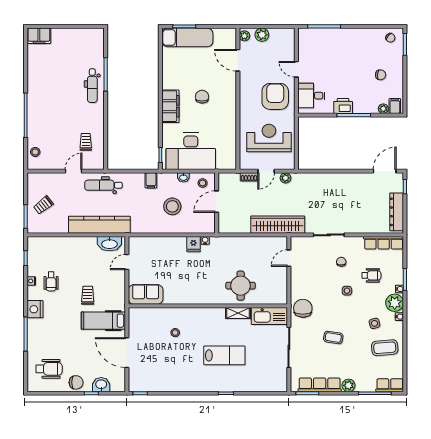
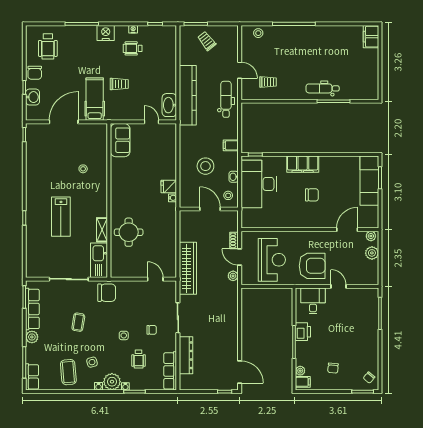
door: (296, 69) -> (338, 286), hinge flipped
dresser: (397, 212) -> (186, 355), moved, turned 90

